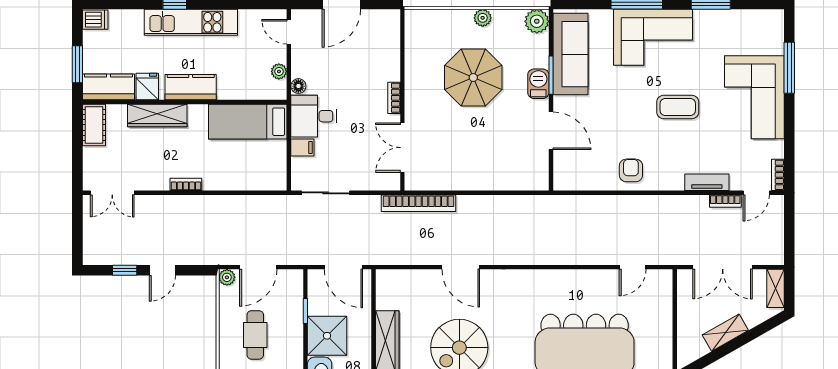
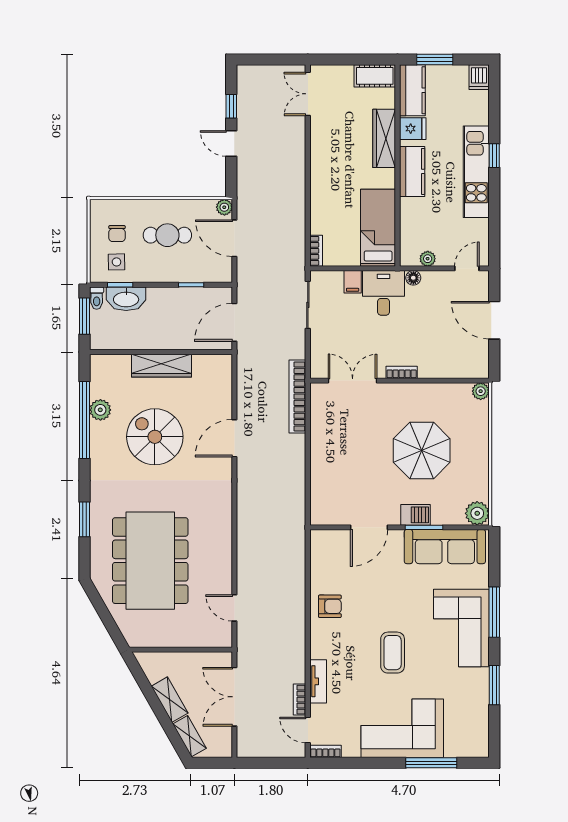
plant: (483, 18) -> (481, 391), moved
bookcase: (186, 184) -> (316, 251), moved
shelving: (775, 288) -> (190, 736), moved, turned 60
shower: (327, 336) -> (167, 306), removed

